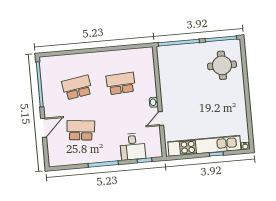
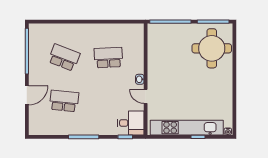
round table: (222, 65) -> (212, 48), width x1.36, depth x1.36
school desk: (77, 87) -> (64, 58), turned 30
door: (161, 119) -> (146, 96), hinge flipped
desk: (133, 147) -> (131, 123), moved, turned -90

